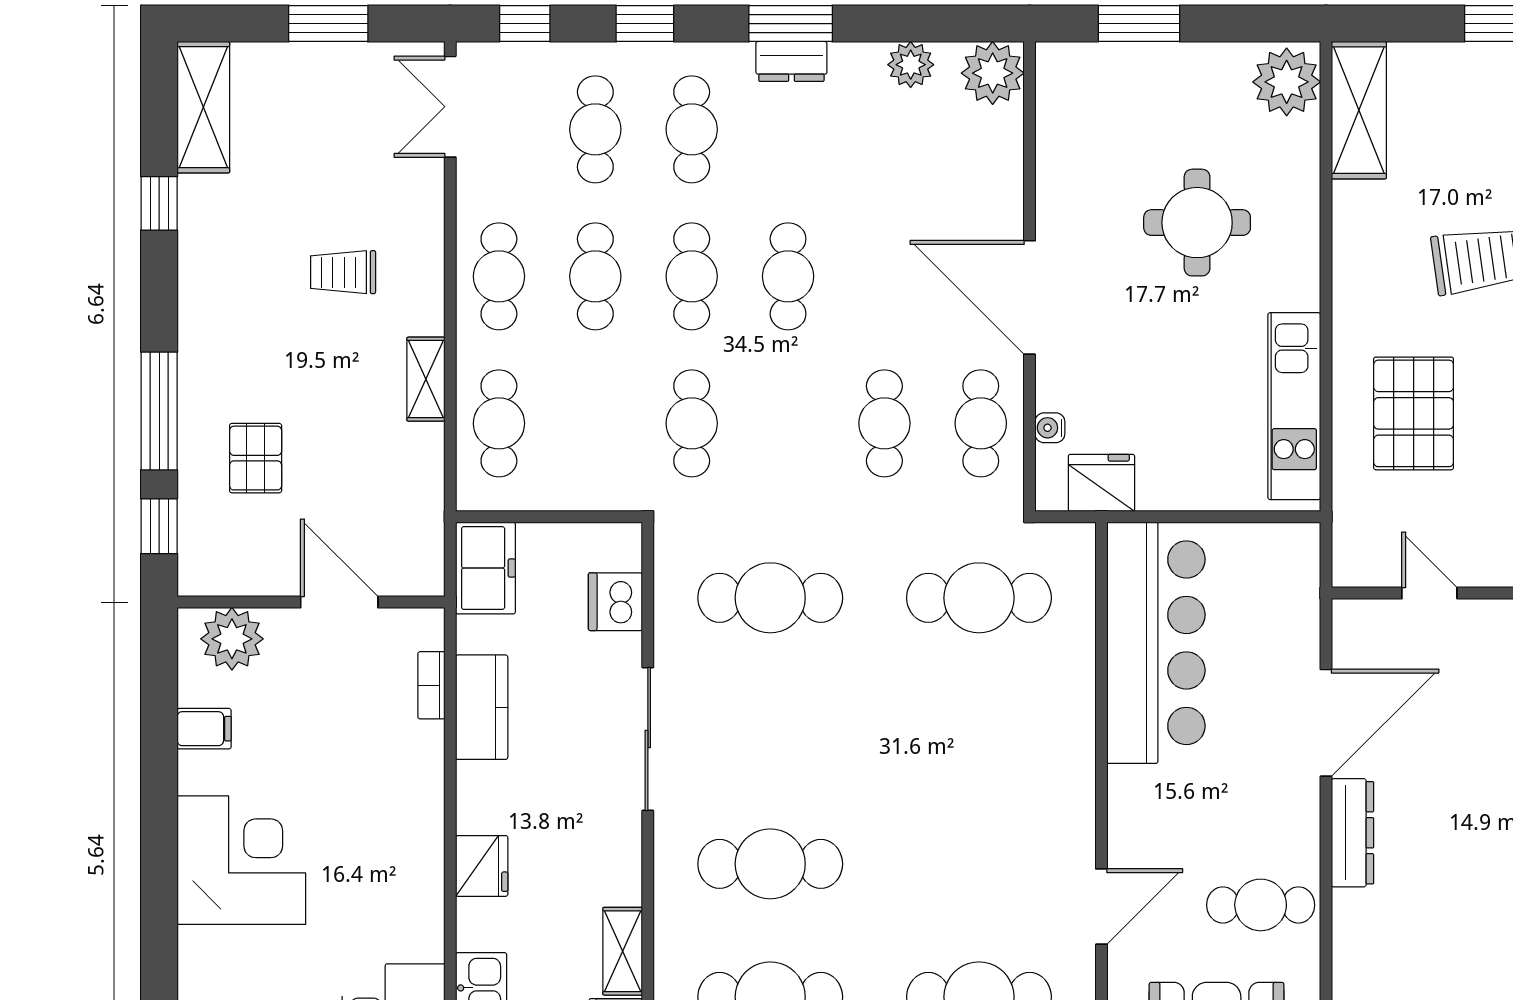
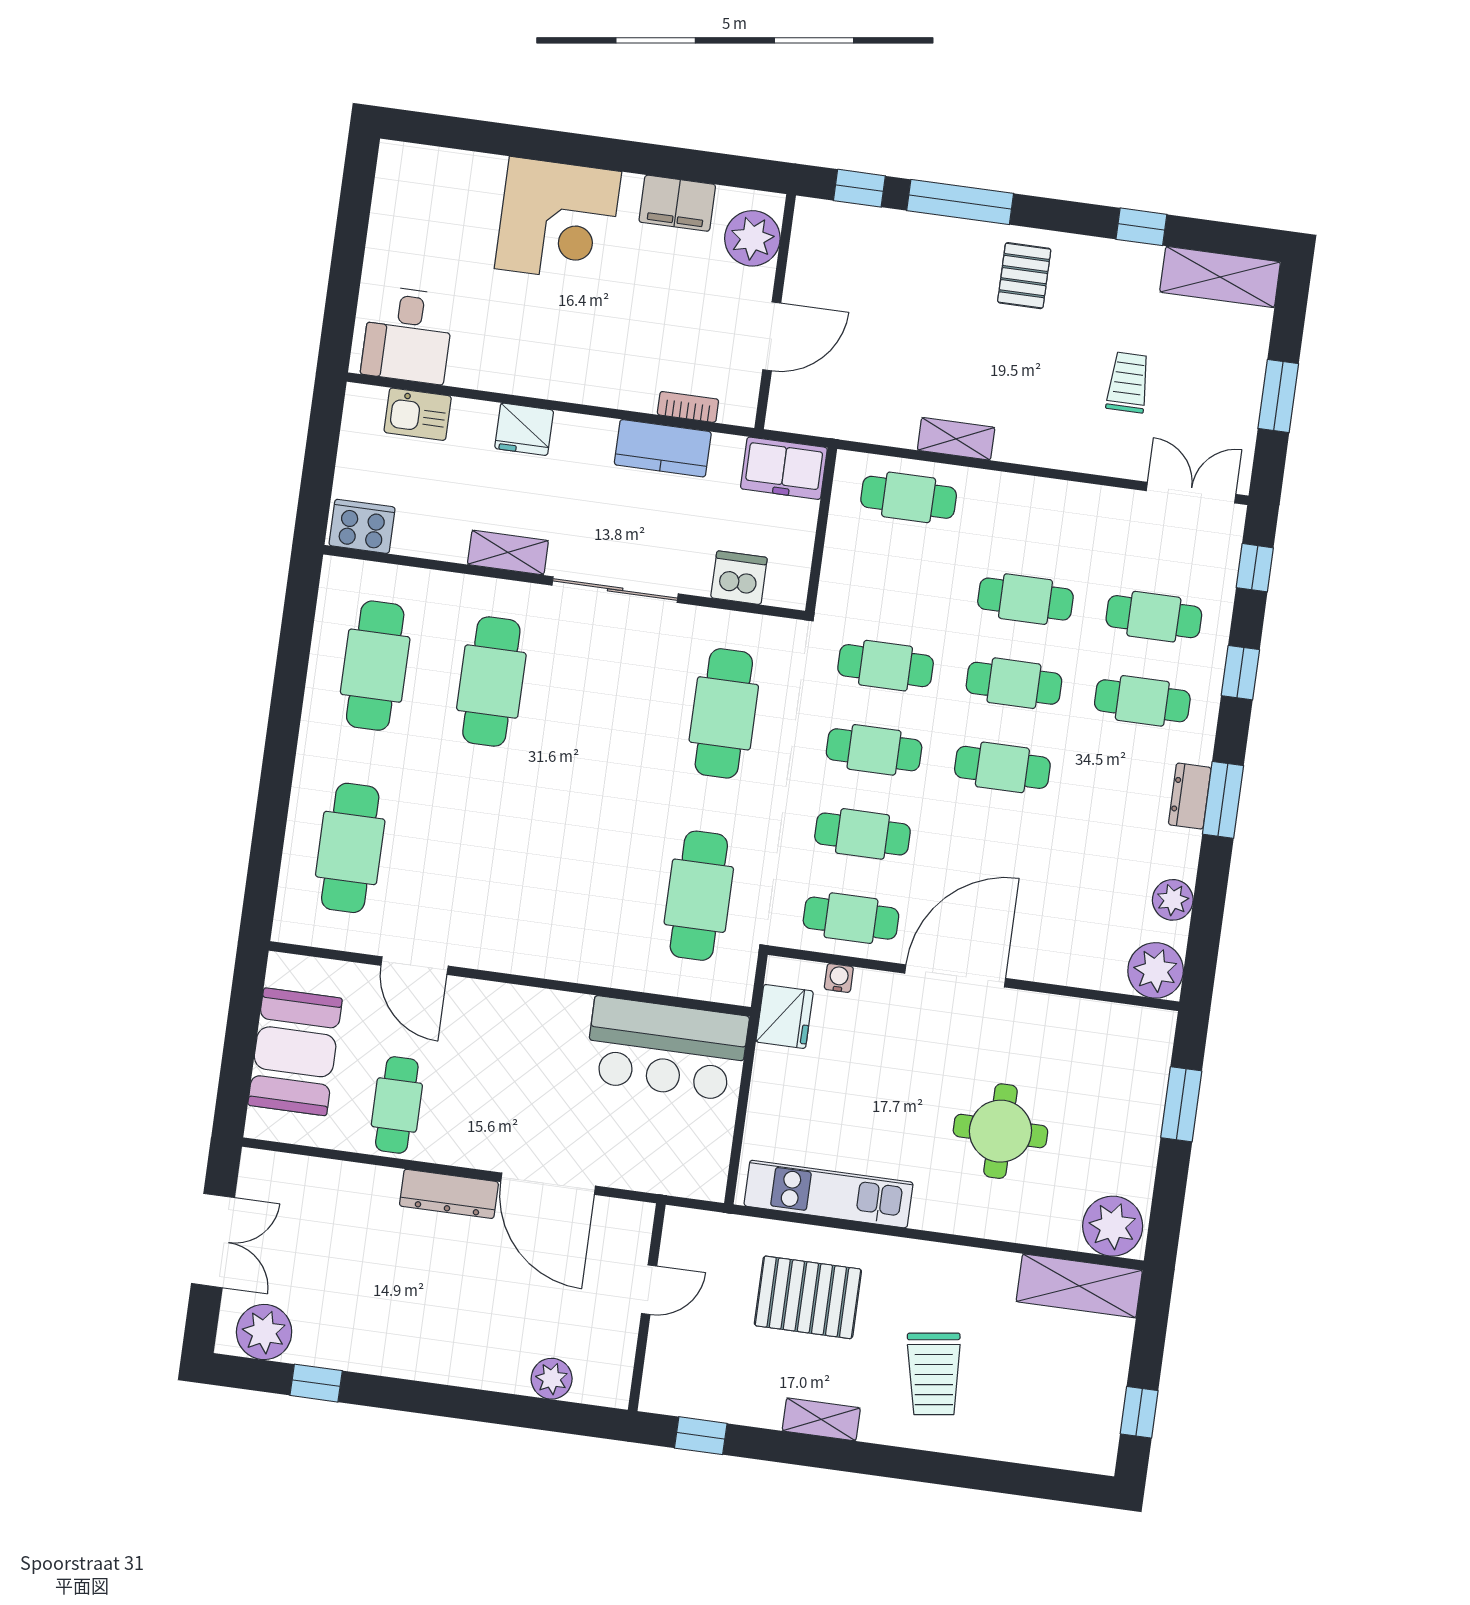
trolley: (343, 272) -> (1128, 382), moved
cafe table: (499, 276) -> (874, 750), moved
pallet: (256, 458) -> (1024, 276), moved, turned 90
bar counter: (1156, 643) -> (667, 1049), width x0.73
filing cabinet: (204, 729) -> (677, 203), width x2.00
shelving: (623, 951) -> (508, 552), moved

